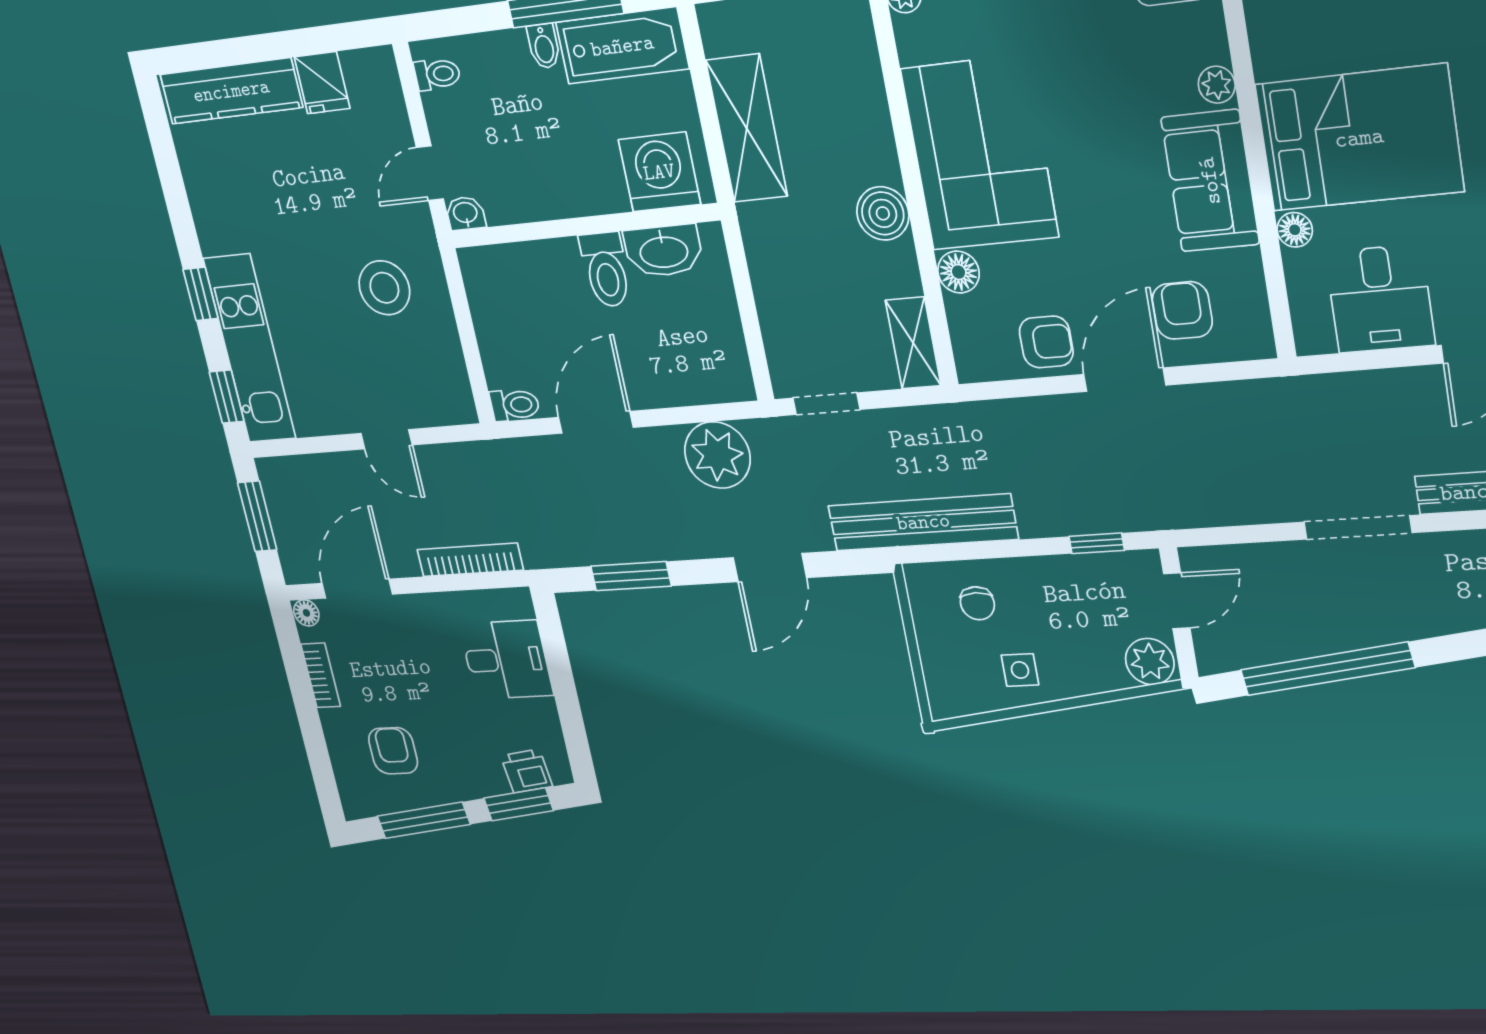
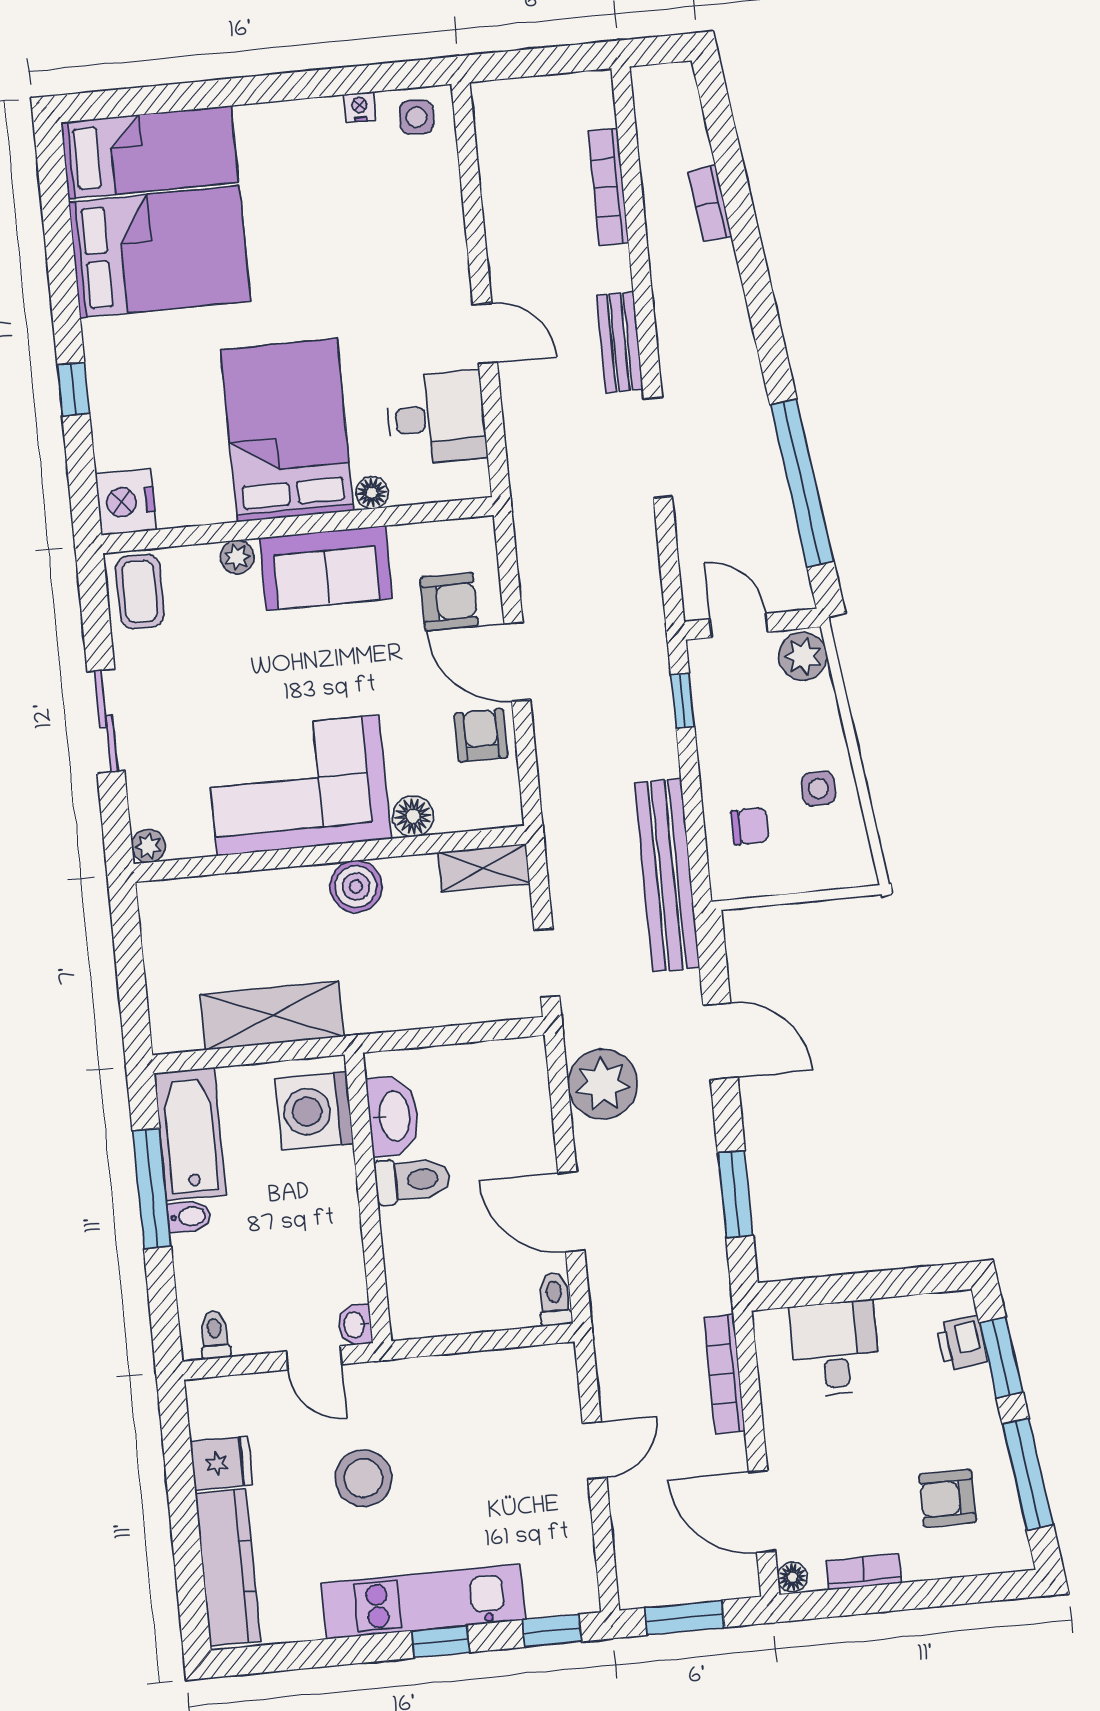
stool: (384, 288) -> (363, 1478), moved
armchair: (1182, 310) -> (449, 602), turned 180
kitchen unit: (250, 349) -> (423, 1602), moved

